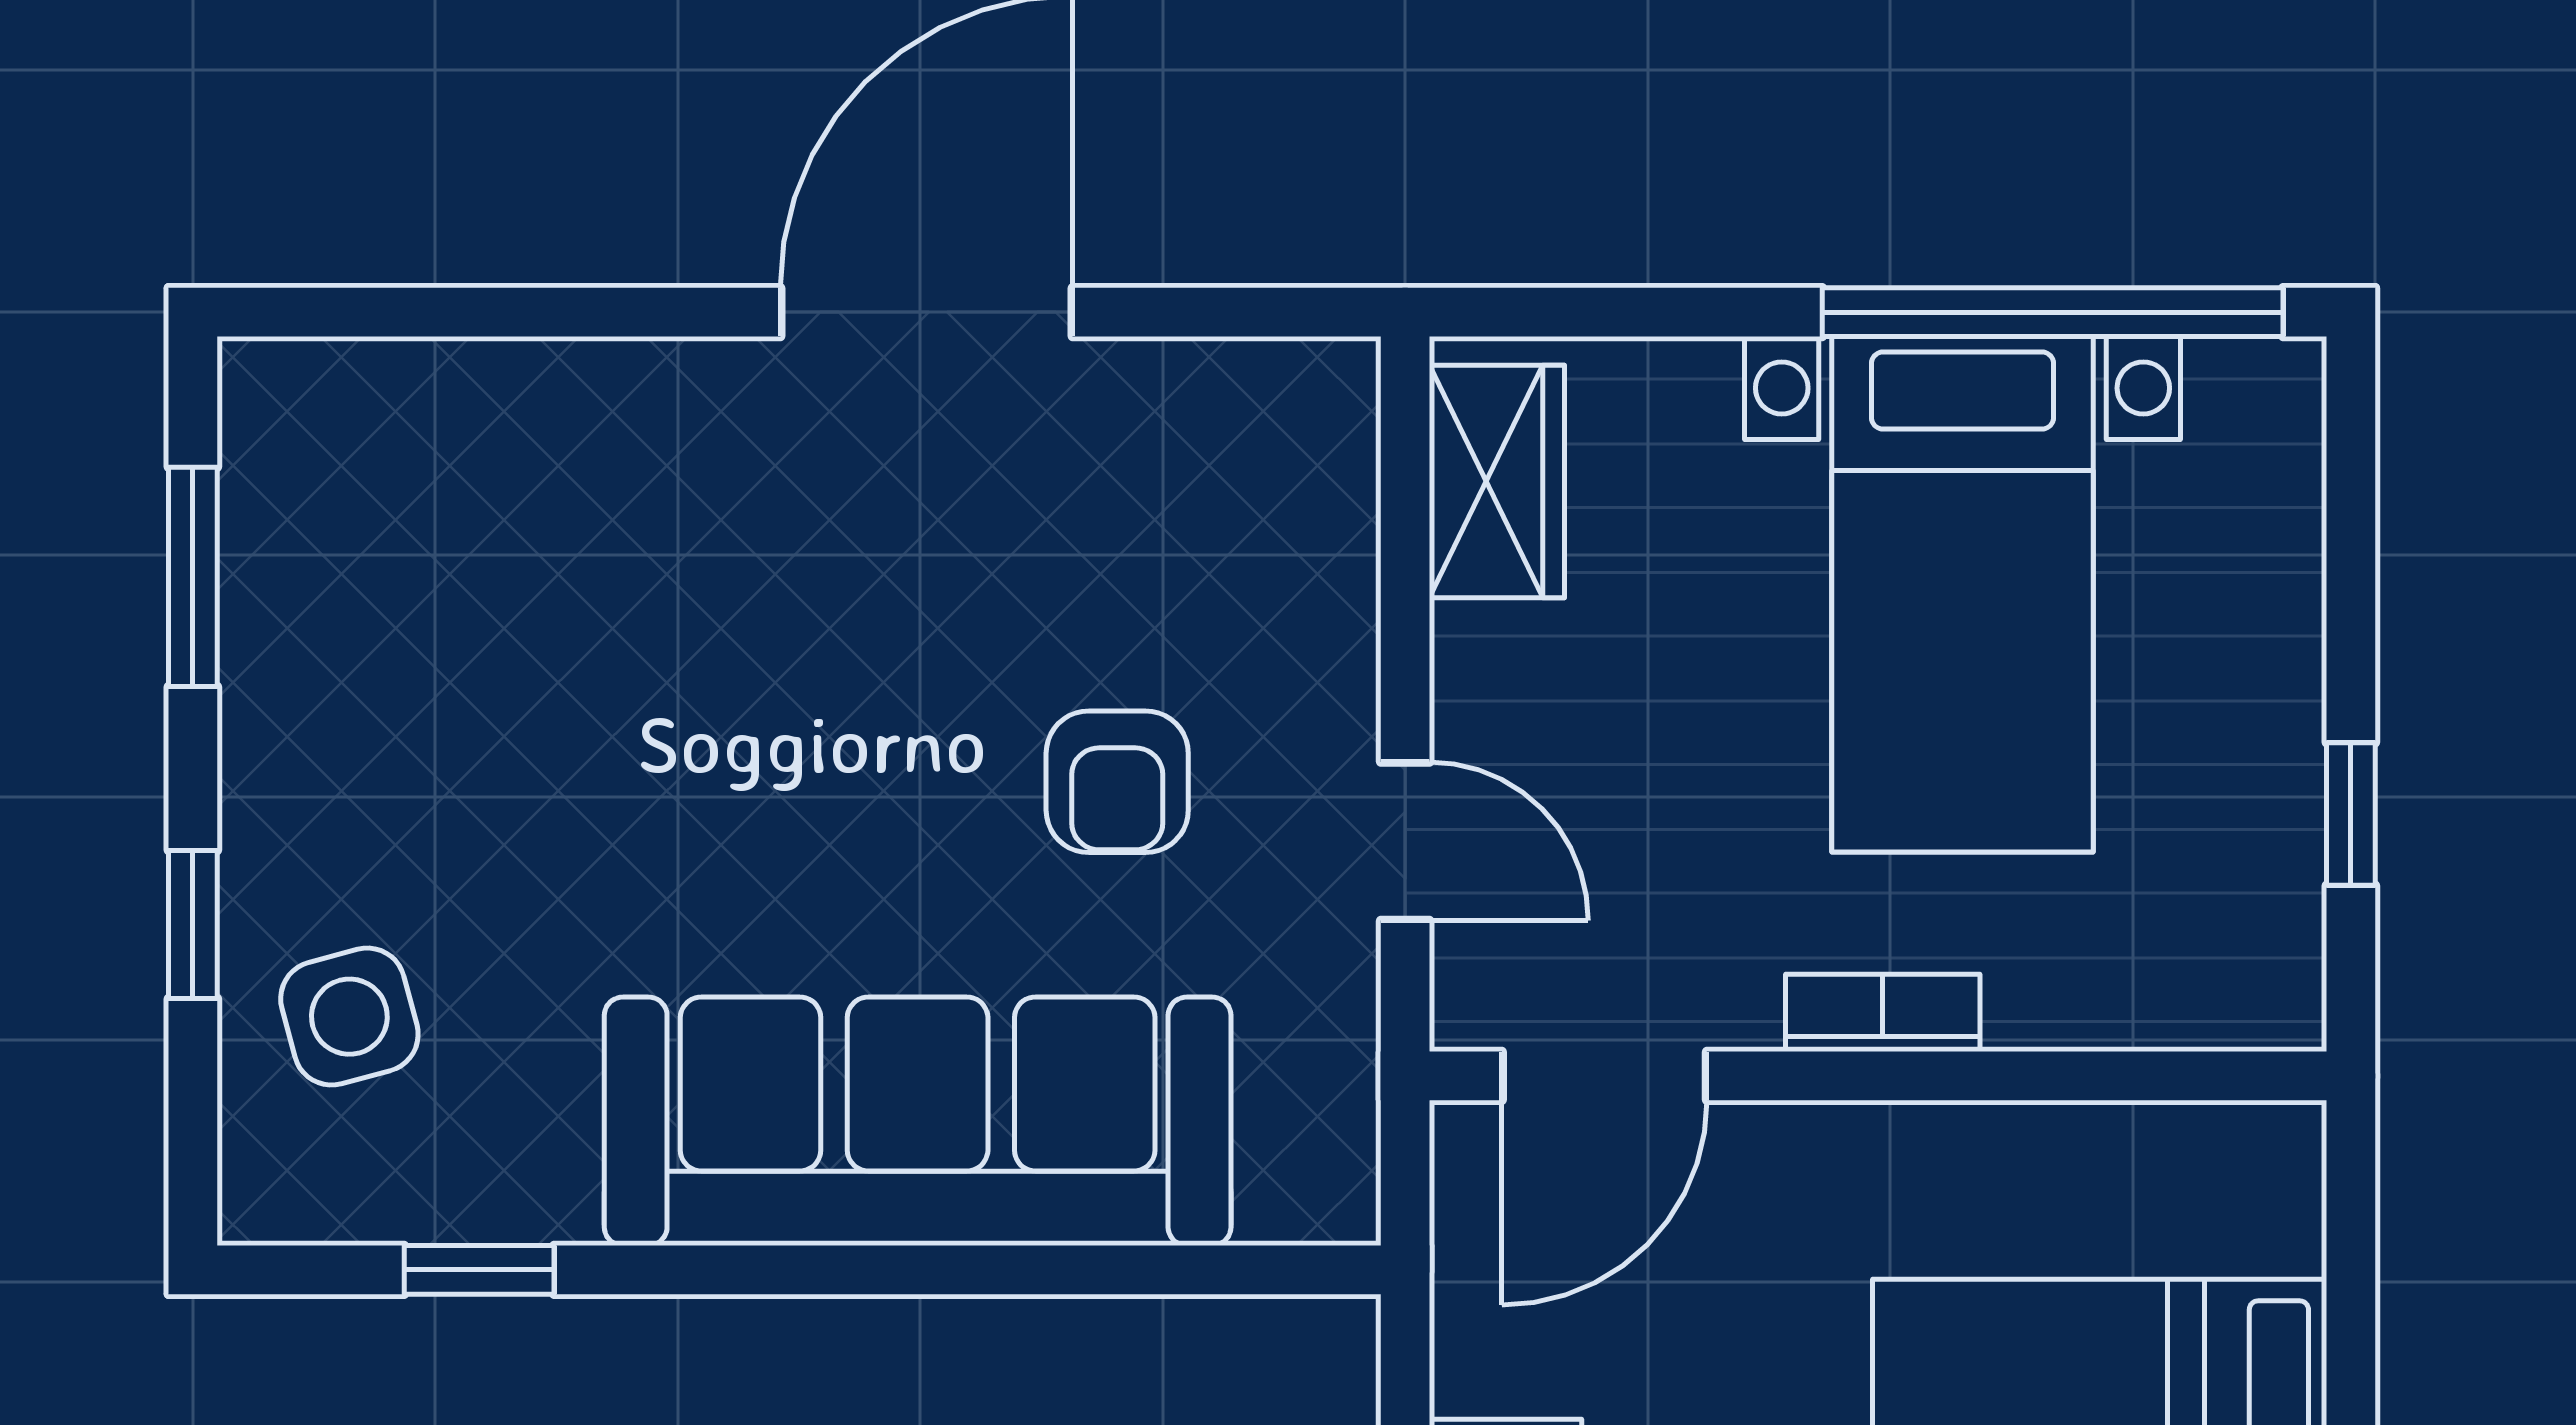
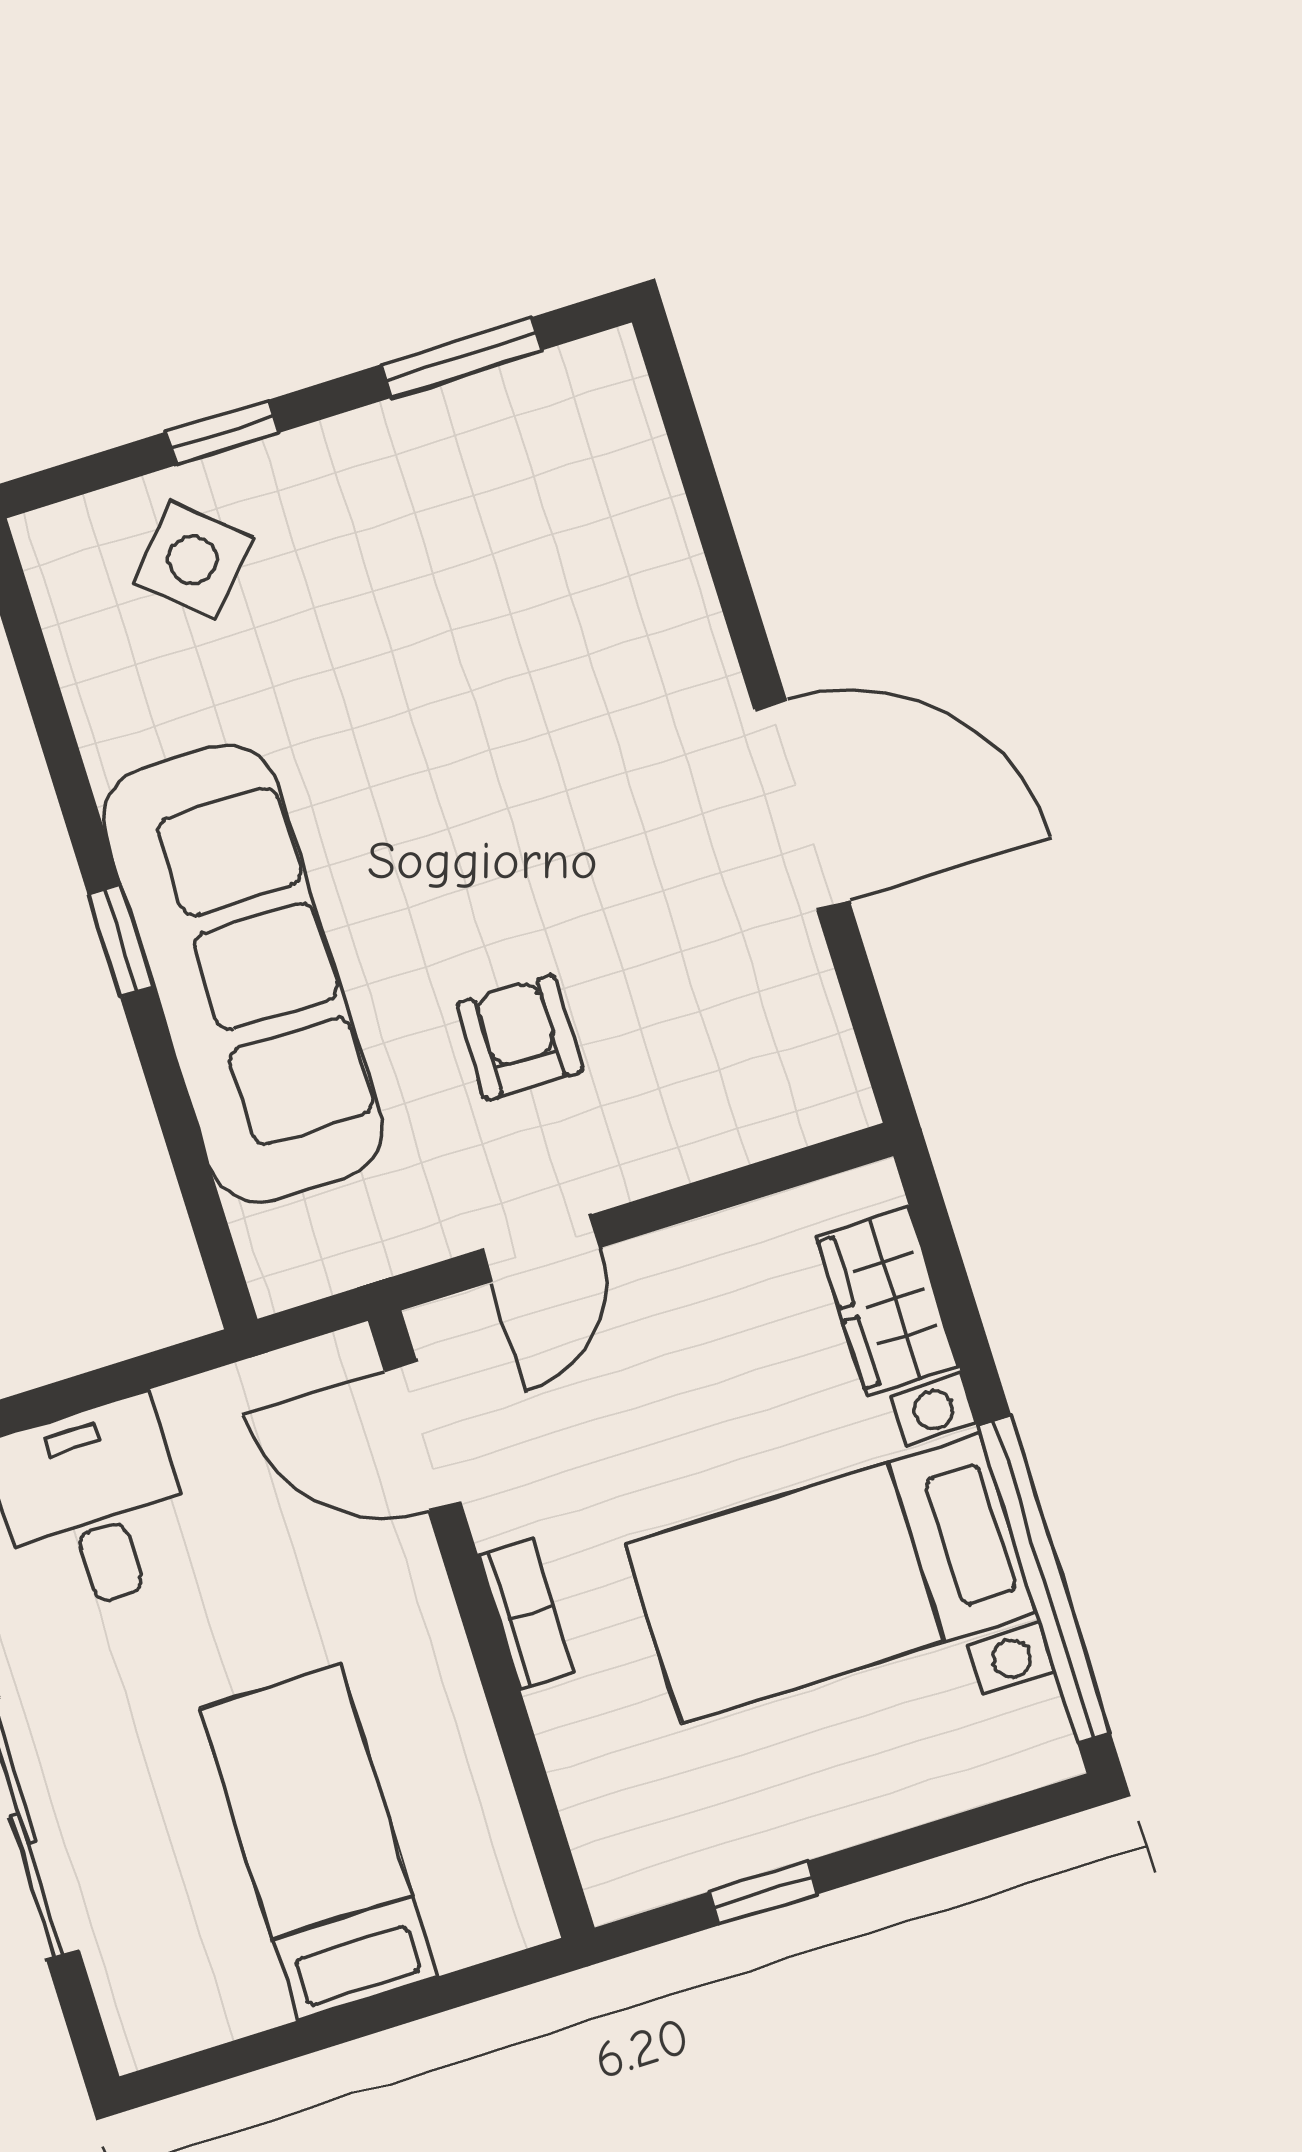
wardrobe: (1497, 482) -> (888, 1301), moved, turned 90
armchair: (1117, 782) -> (520, 1037), turned 91
side table: (349, 1017) -> (193, 560), turned -33
window: (479, 1270) -> (121, 941), moved

